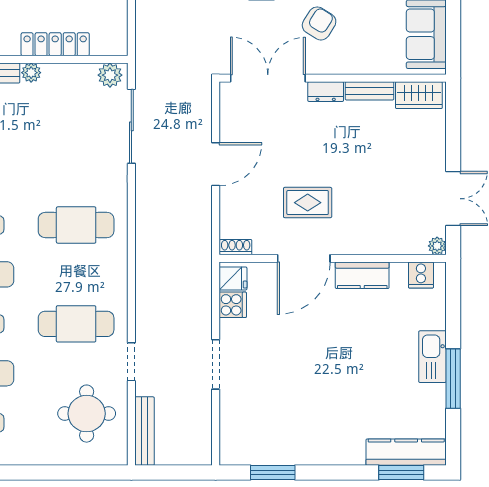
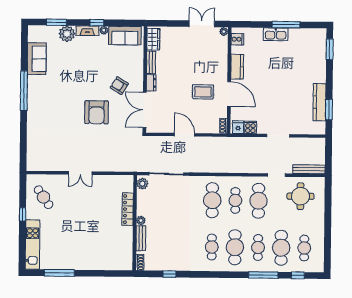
rug: (308, 203) -> (203, 92), turned 90
cafe table: (76, 274) -> (235, 200), added
kitchen counter: (406, 452) -> (320, 102), moved

